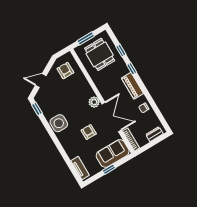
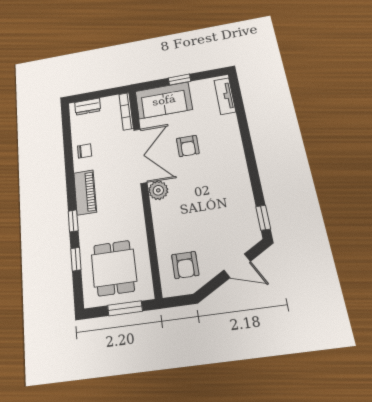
double door: (112, 117) -> (140, 156), swing flipped
side table: (59, 123) -> (233, 178), removed

